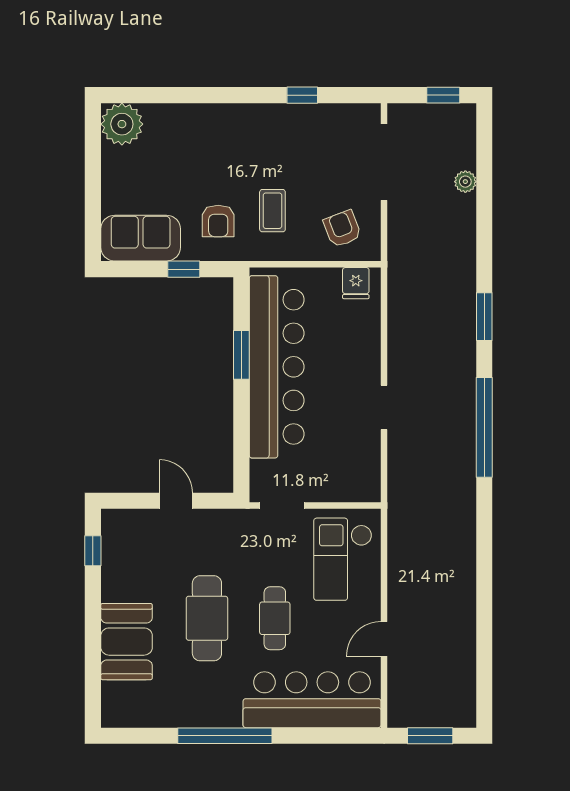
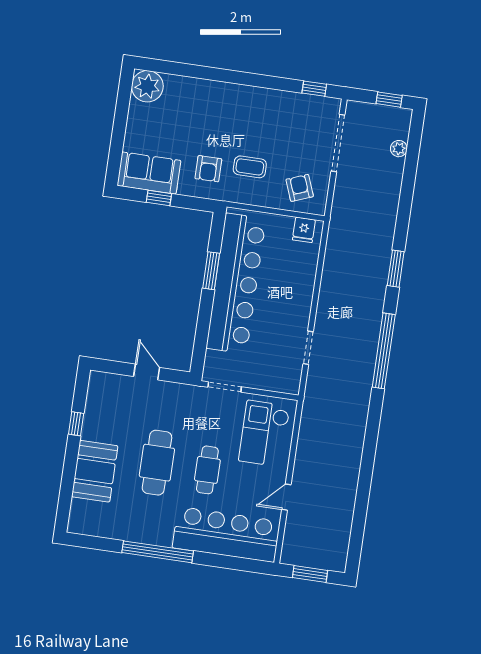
window: (302, 95) -> (314, 89), moved
plant: (465, 182) -> (399, 149), moved
coffee table: (272, 211) -> (250, 167), turned 90
window: (184, 269) -> (159, 198), moved
doorway: (384, 407) -> (308, 348), moved
window: (93, 551) -> (76, 424), moved

